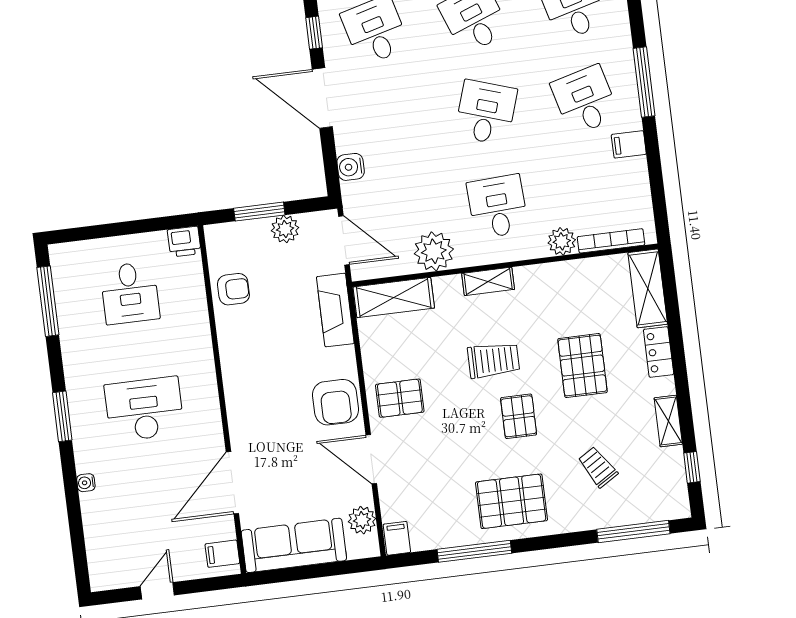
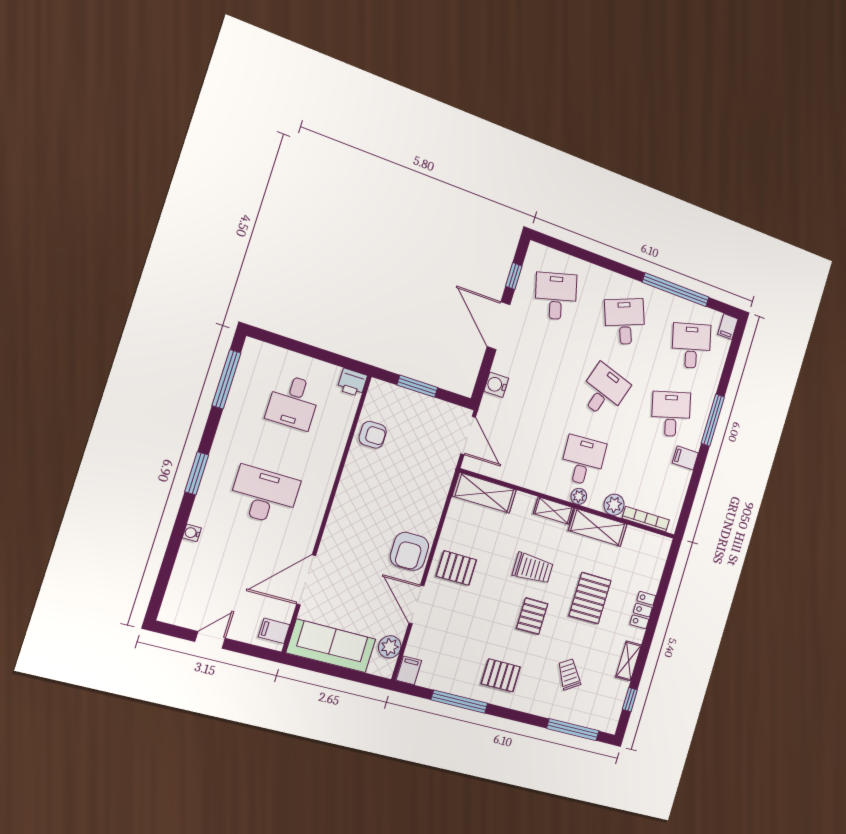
plant: (285, 229) -> (430, 408), removed
plant: (434, 251) -> (579, 496), moved, width x0.53, depth x0.53
shelving: (648, 288) -> (598, 527), moved, turned 90
fireplace: (335, 310) -> (439, 483), removed
pallet: (512, 501) -> (501, 675), width x0.67, depth x0.71

